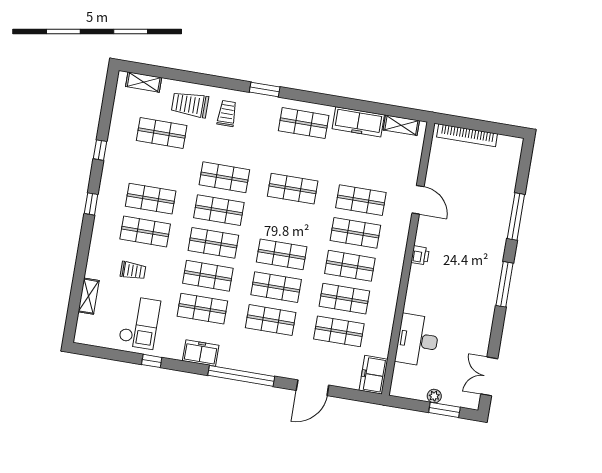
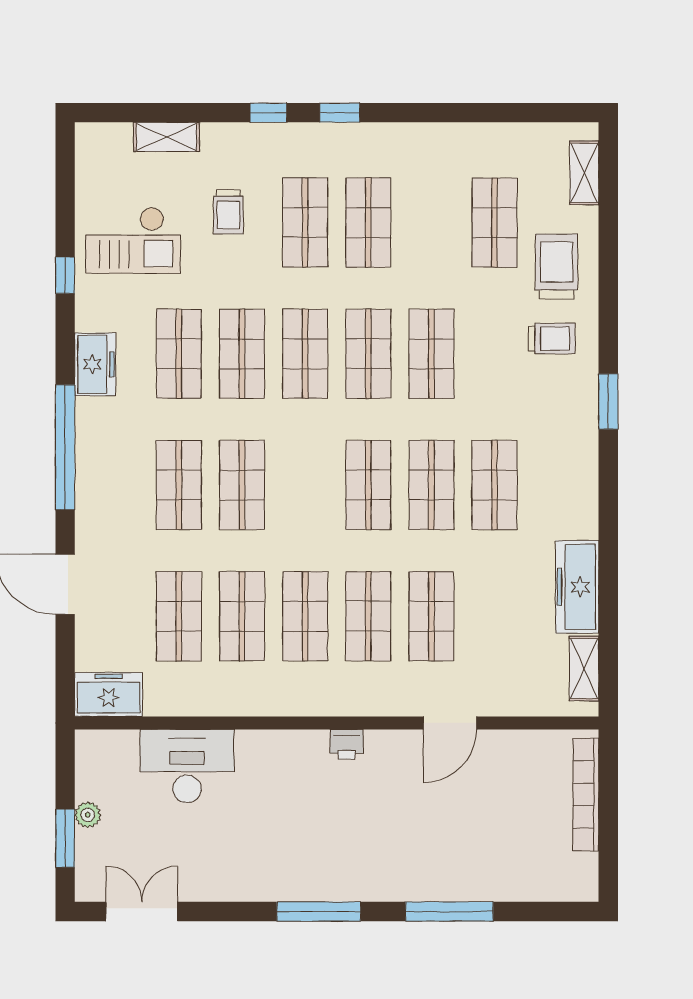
shop shelf: (304, 123) -> (495, 485), moved
window: (100, 150) -> (268, 113), moved
shop shelf: (282, 254) -> (368, 485), moved

